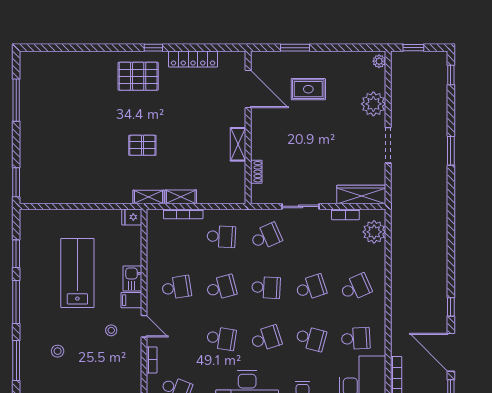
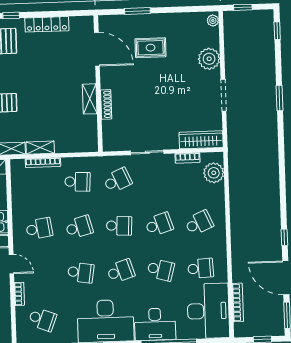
shoe rack: (256, 172) -> (106, 104), moved, width x1.43

